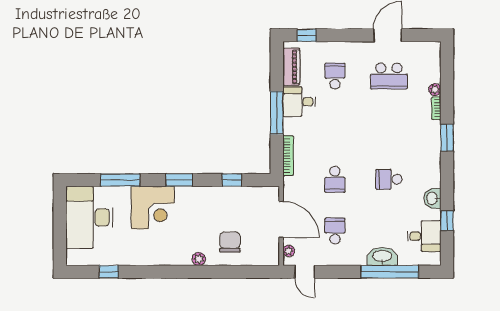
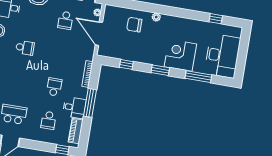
school desk: (335, 179) -> (54, 87), moved
chair: (230, 242) -> (134, 25), turned 90

